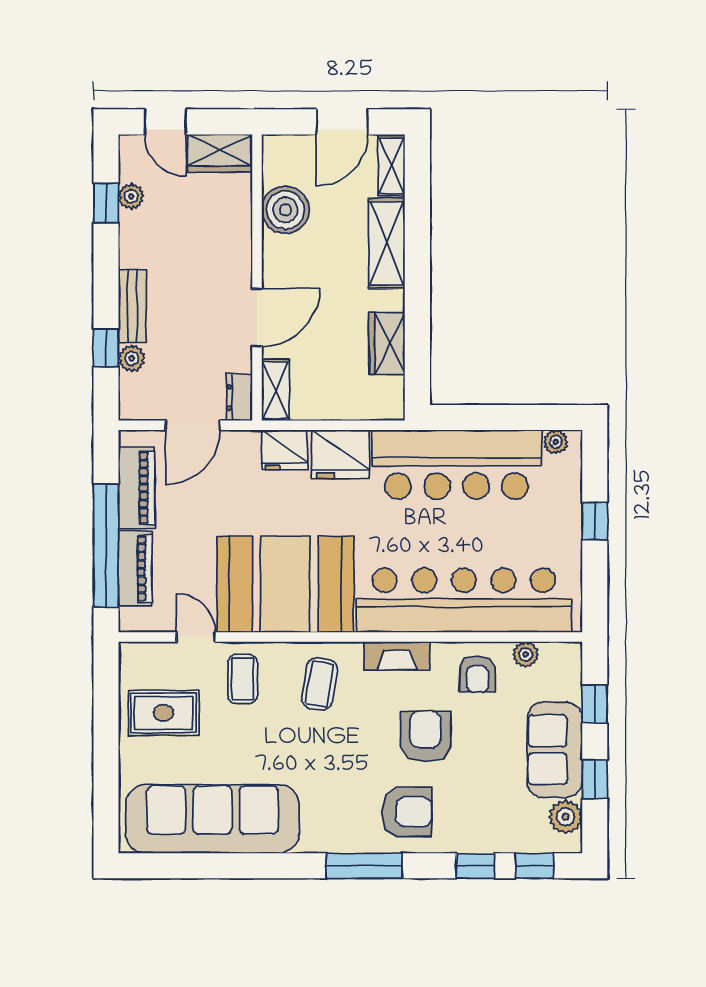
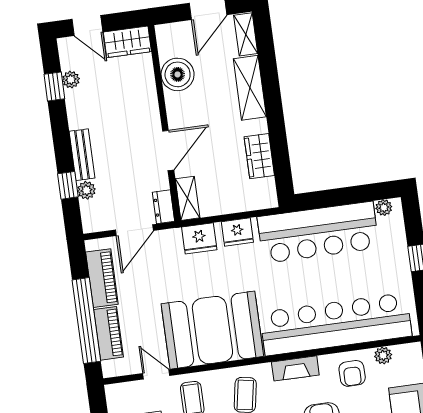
fridge: (341, 454) -> (237, 232), width x0.73, depth x0.75

